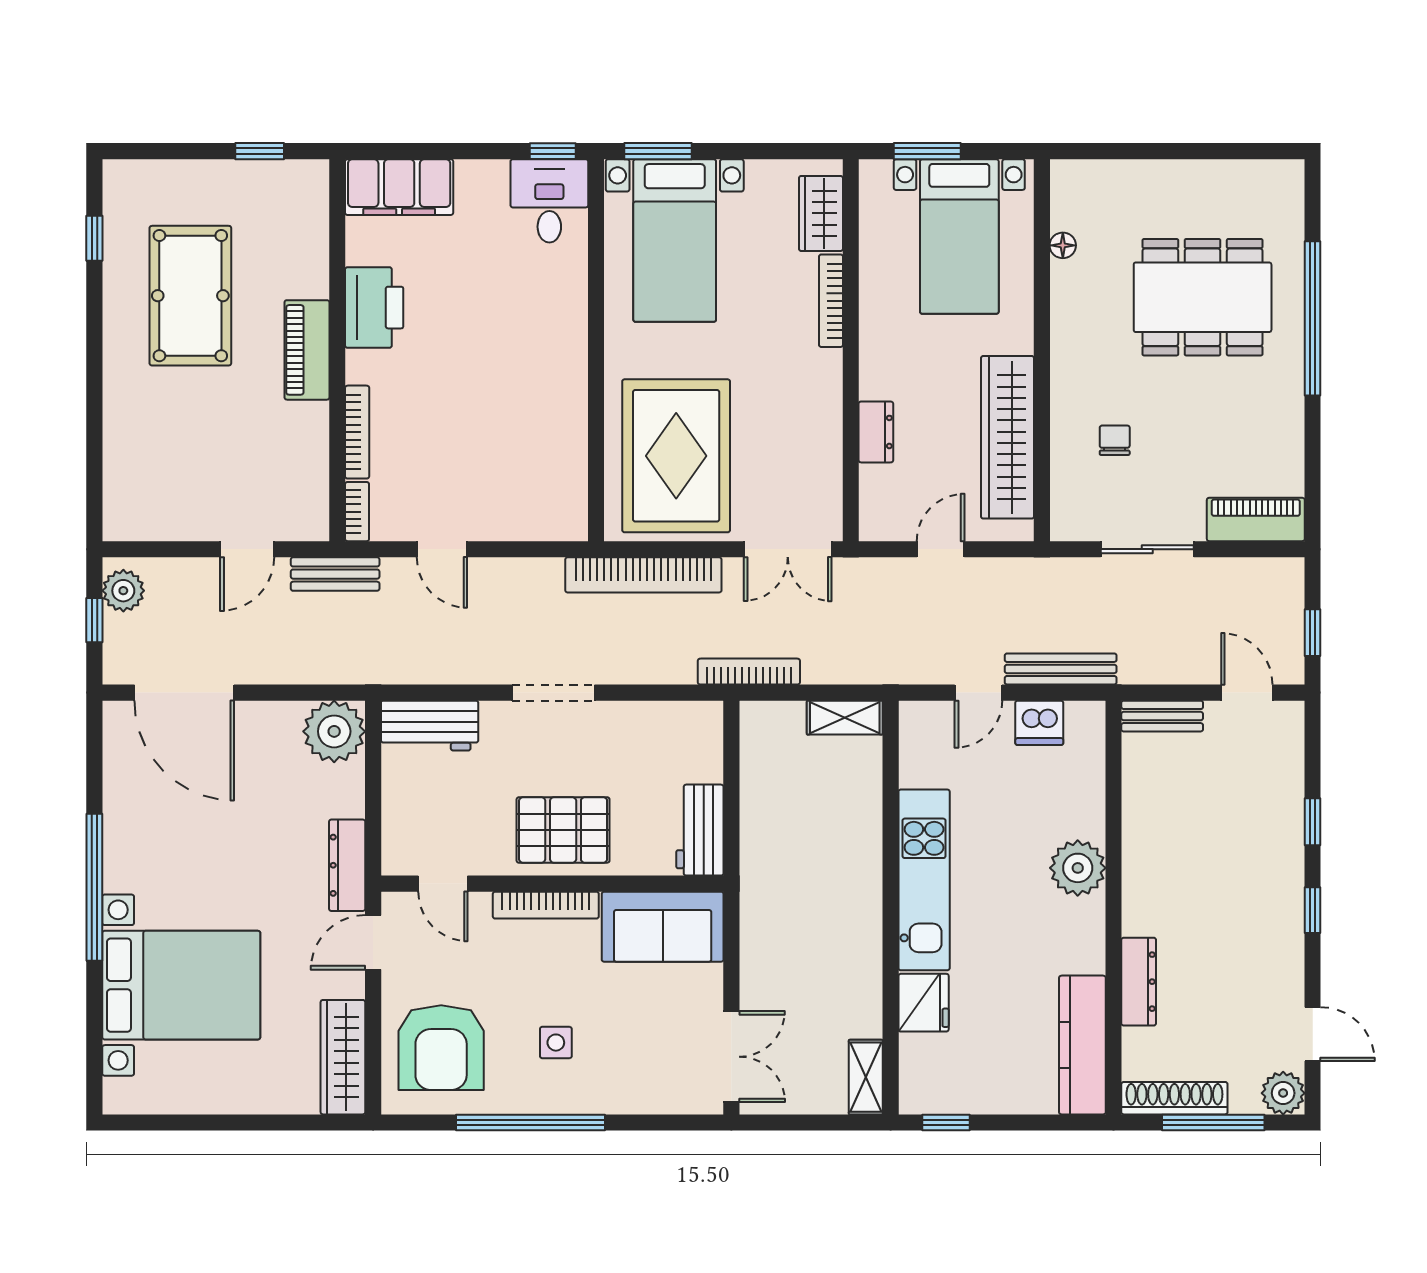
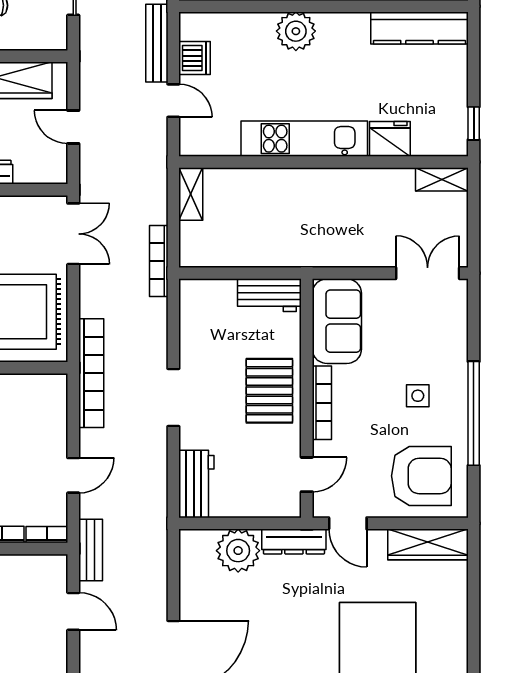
bookcase: (643, 575) -> (91, 373), moved
plant: (334, 731) -> (238, 551), moved

